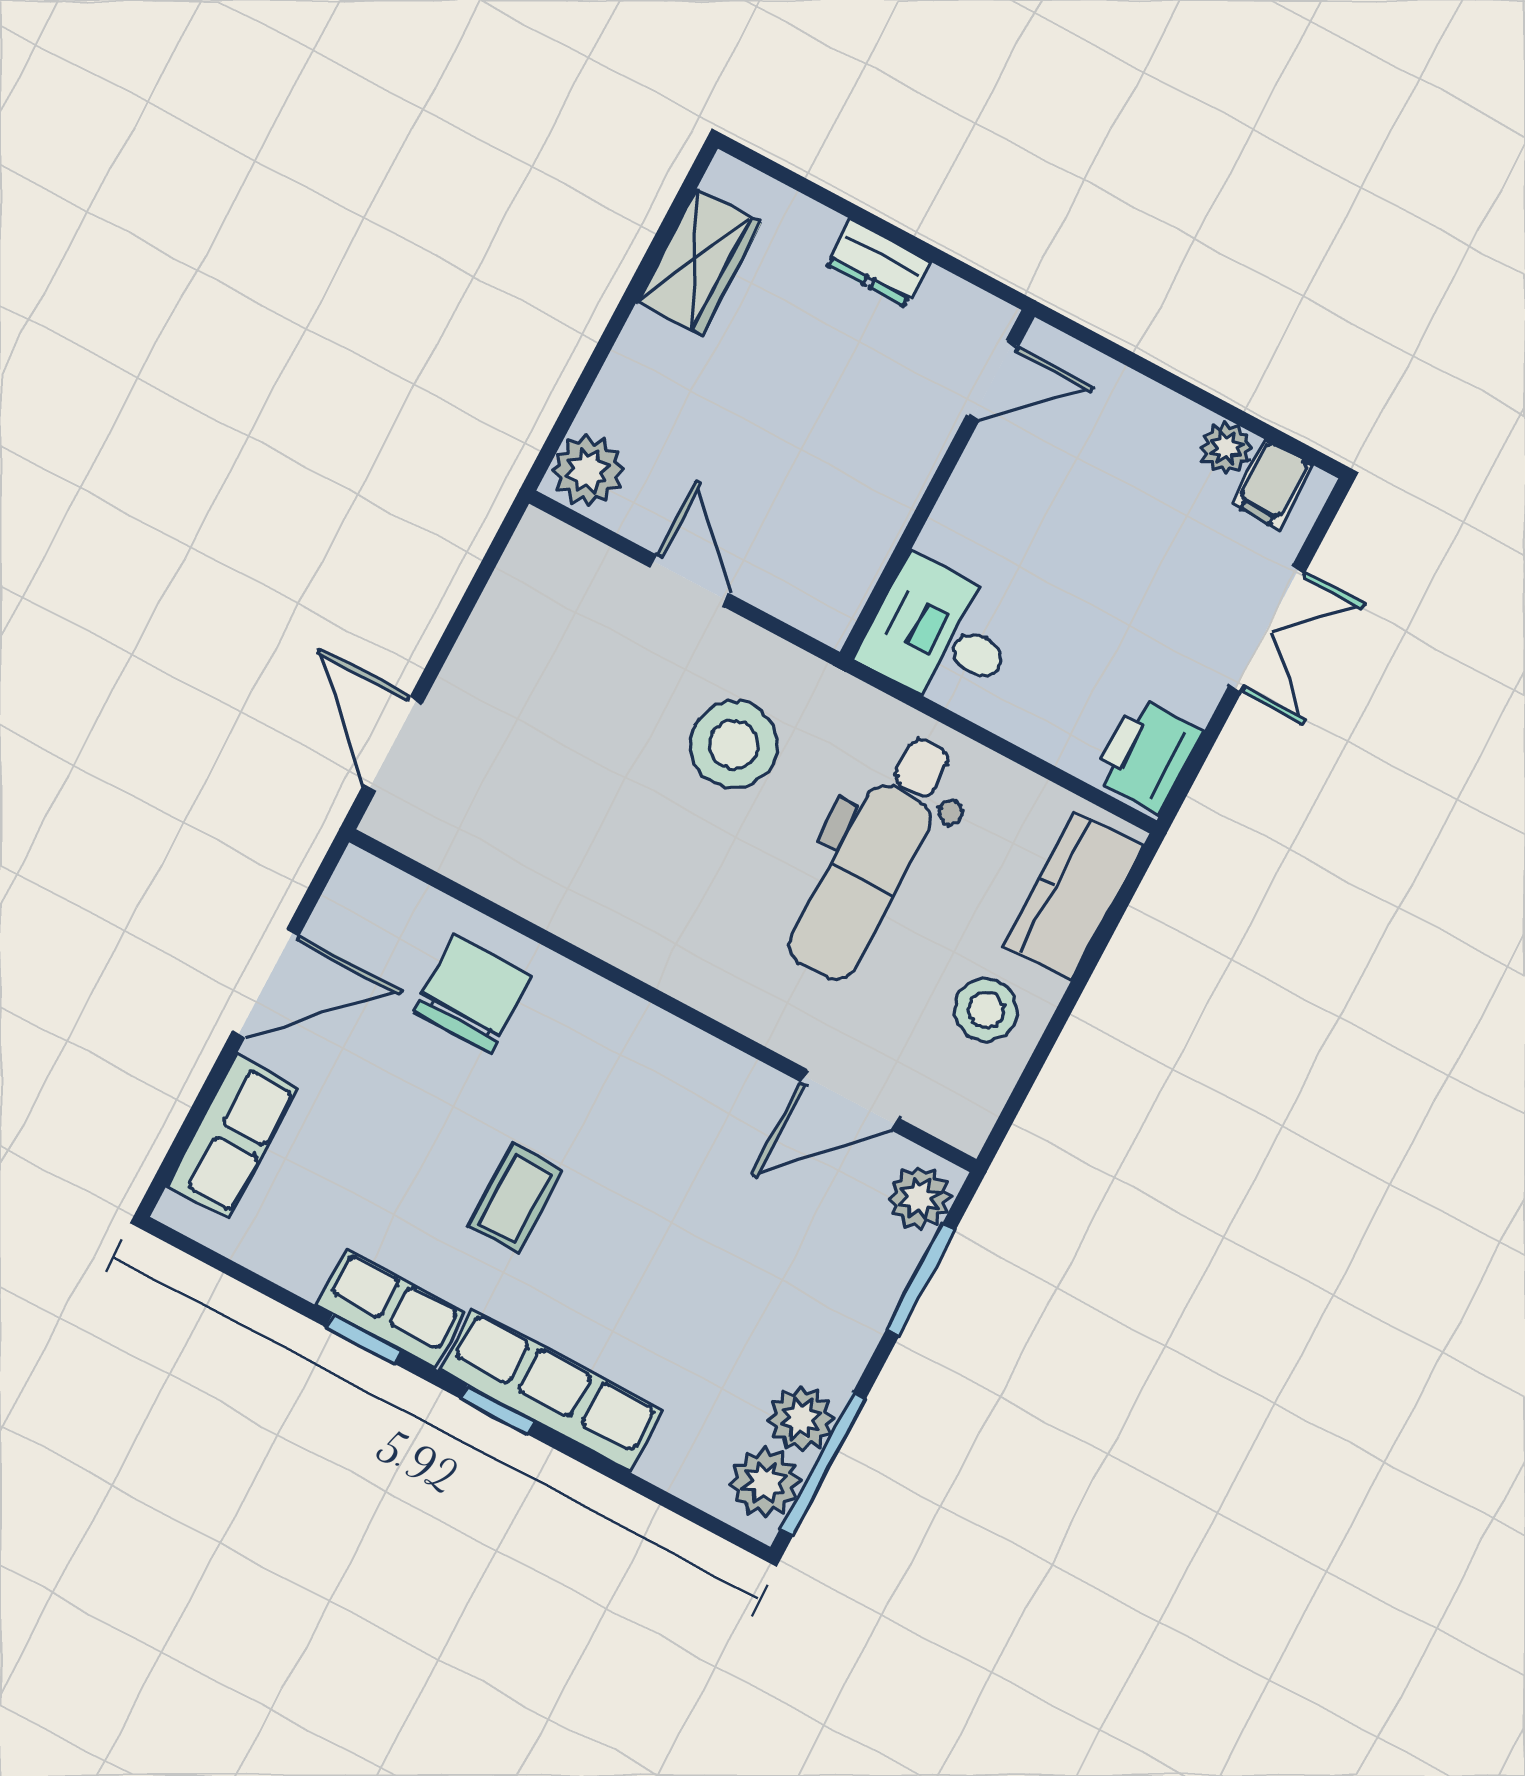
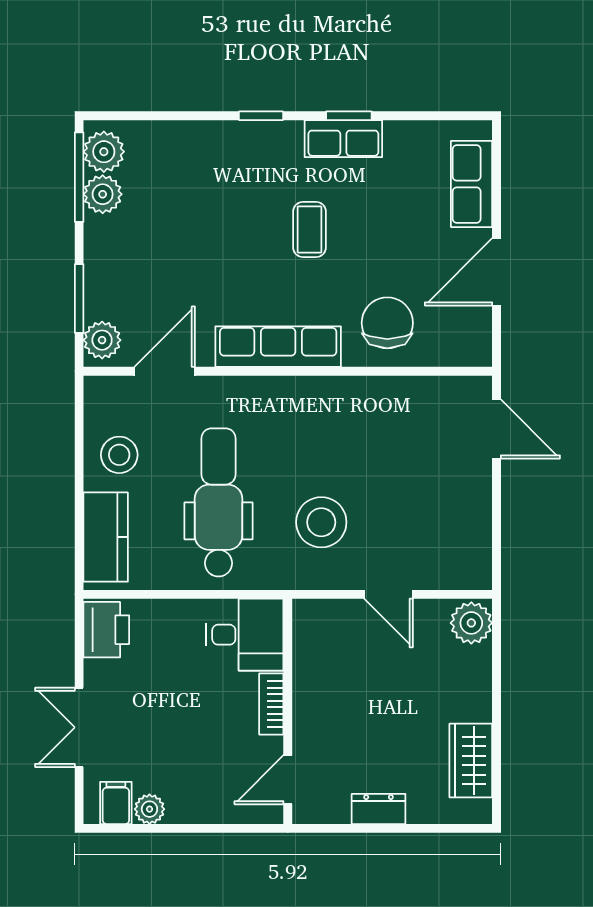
bookcase: (956, 509) -> (271, 704), added
chair: (473, 994) -> (387, 323), turned 180
row of seats: (551, 1391) -> (278, 347), moved, turned 180

